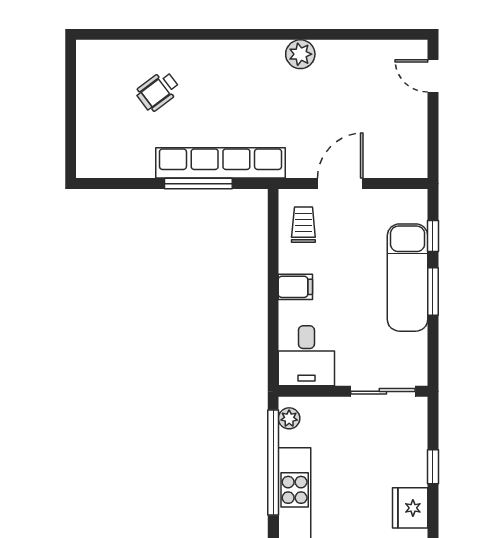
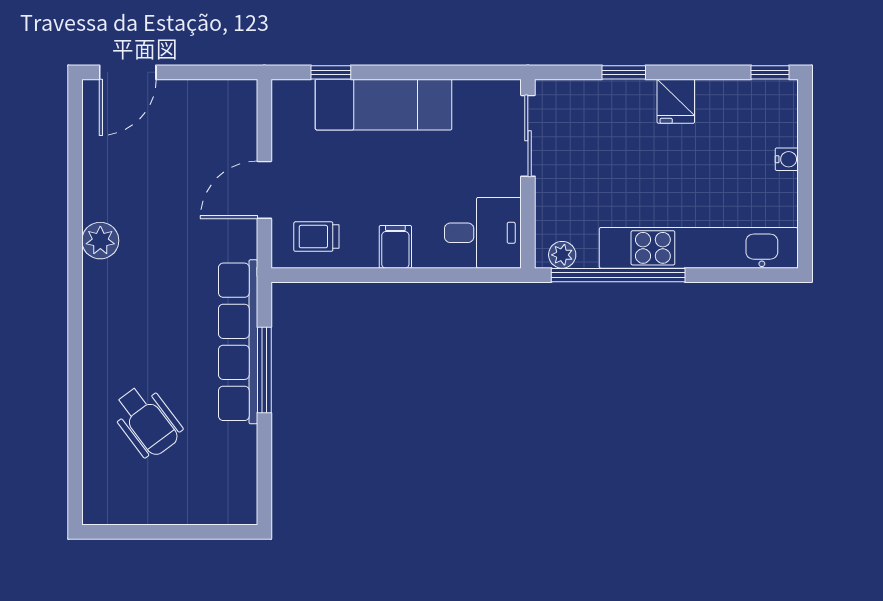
door: (433, 76) -> (128, 72), width x1.38
wheelchair: (158, 91) -> (147, 421), width x1.36, depth x1.37
door: (340, 184) -> (264, 190), hinge flipped
window: (433, 291) -> (401, 72), removed
fridge: (410, 508) -> (676, 101), width x0.72

